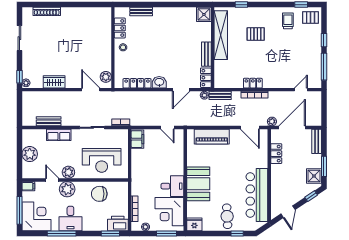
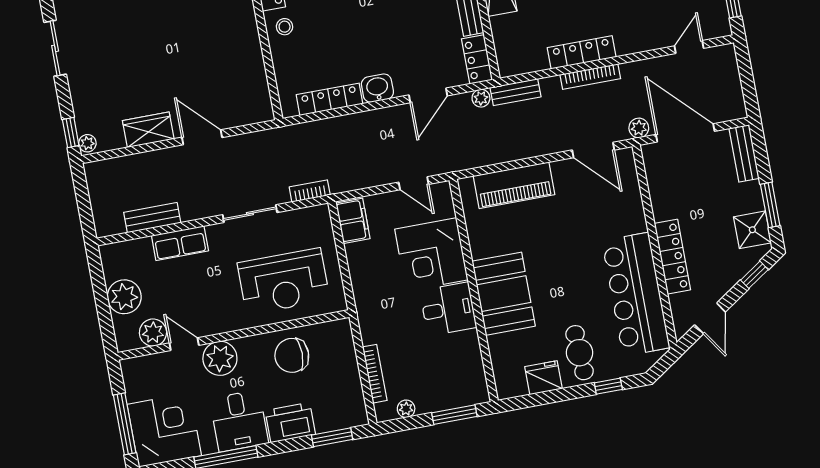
plant: (106, 77) -> (259, 98), removed
locker: (253, 83) -> (582, 52), width x1.53
door: (91, 90) -> (202, 137), moved
door: (292, 127) -> (685, 133), hinge flipped
locker: (276, 154) -> (672, 257), moved, width x1.53
plant: (68, 172) -> (153, 333), moved
filing cabinet: (28, 186) -> (134, 367), removed
corner desk: (169, 212) -> (431, 255), moved
printer: (118, 223) -> (290, 423), moved
fridge: (194, 224) -> (543, 378), moved

